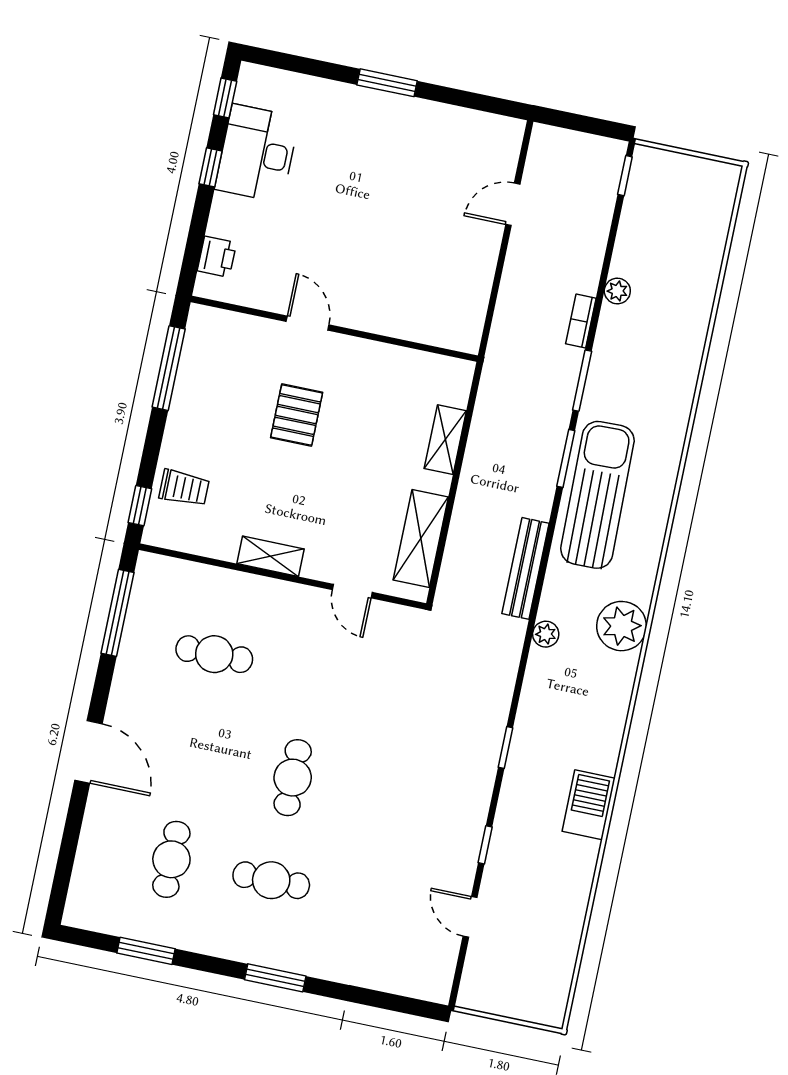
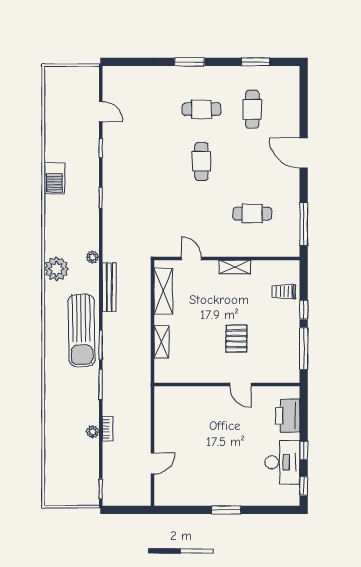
printer: (217, 257) -> (288, 416), width x1.87, depth x1.48
bookcase: (581, 321) -> (107, 429), moved
window: (140, 506) -> (304, 310), moved

